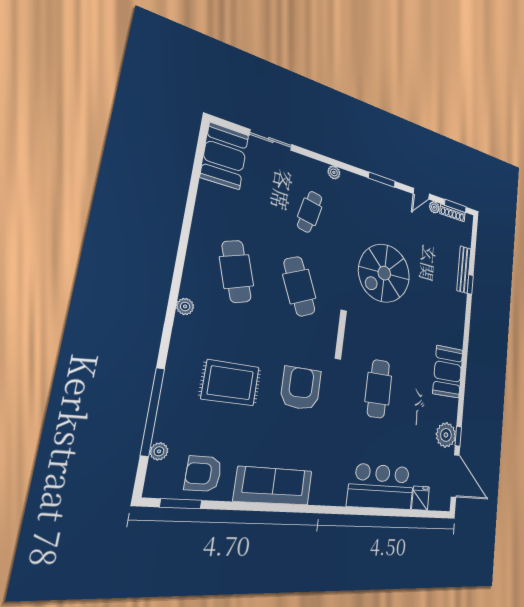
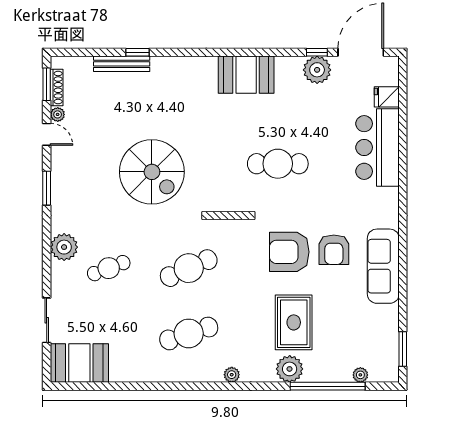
plant: (334, 172) -> (64, 247), width x1.88, depth x1.88
cafe table: (310, 212) -> (109, 268), turned -33
plant: (180, 371) -> (290, 369), added
armchair: (203, 474) -> (334, 250), moved

